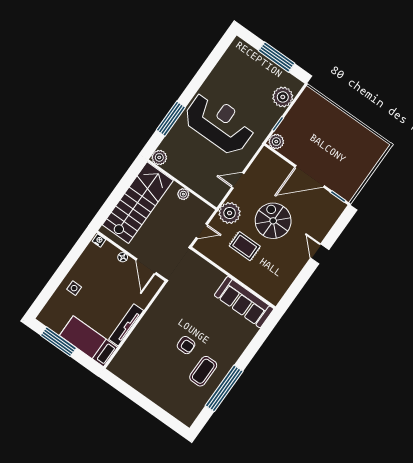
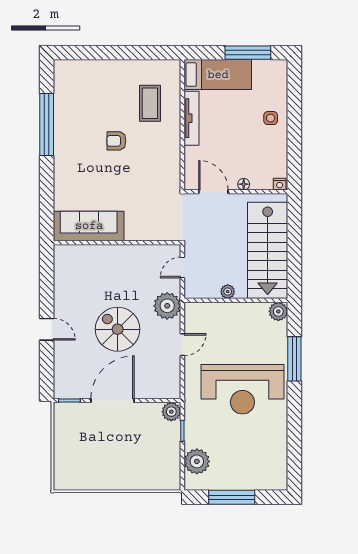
spiral stairs: (273, 221) -> (118, 329), turned 180
rug: (245, 246) -> (128, 283), removed
coffee table: (203, 371) -> (150, 103), moved

